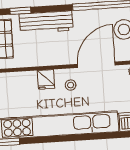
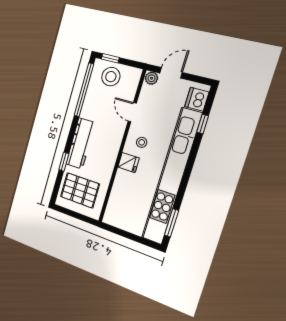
door: (96, 65) -> (132, 112), width x0.53
window: (108, 136) -> (203, 124), added

